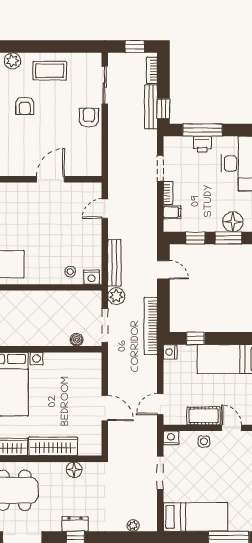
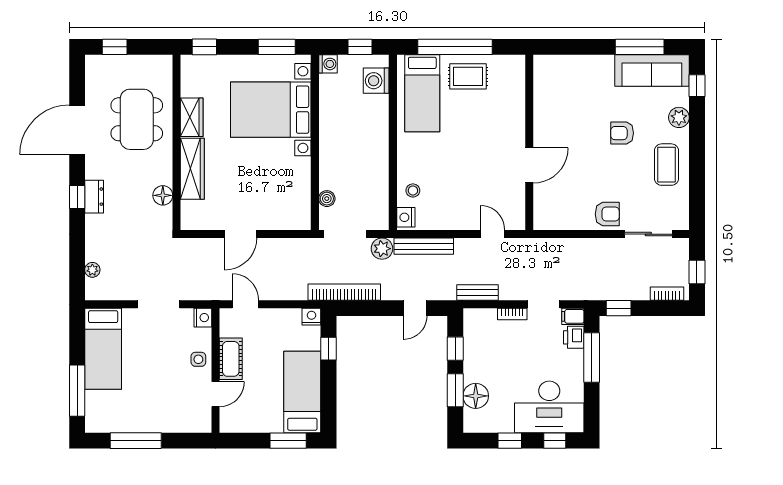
bench: (151, 107) -> (477, 292), moved, width x0.73
printer: (202, 144) -> (574, 337), moved
door: (50, 179) -> (529, 165), hinge flipped
filing cabinet: (172, 212) -> (573, 316), moved, turned 90

